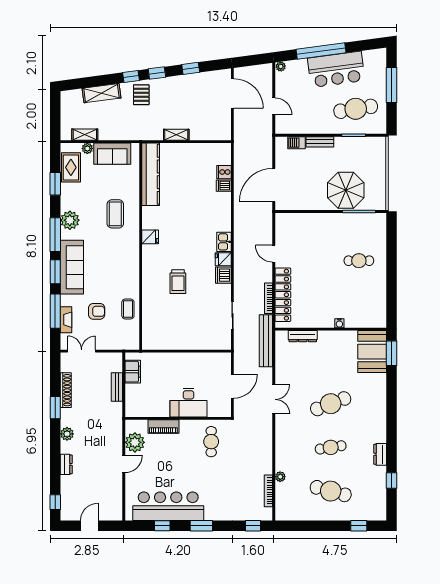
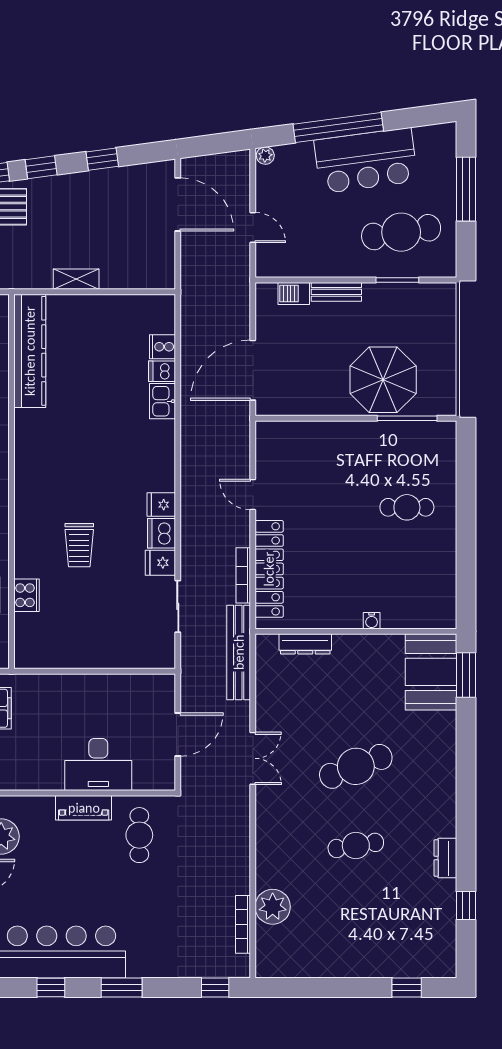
fridge: (150, 237) -> (160, 563), moved, turned 180
kitchen sink: (224, 242) -> (163, 401), moved
cooker: (149, 309) -> (26, 595), added
piano: (163, 427) -> (84, 808), moved
plant: (280, 477) -> (273, 907), width x1.87, depth x1.87
cafe table: (331, 491) -> (356, 925), removed

